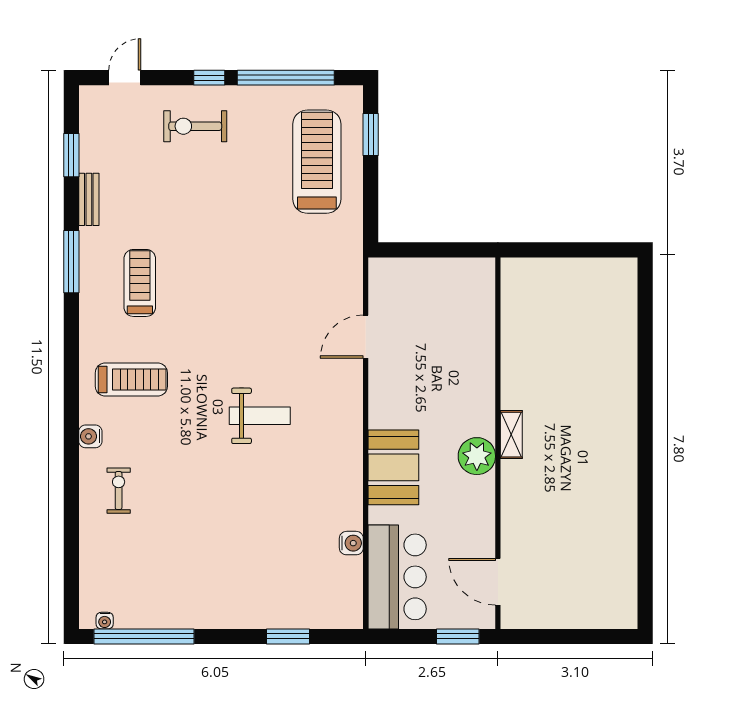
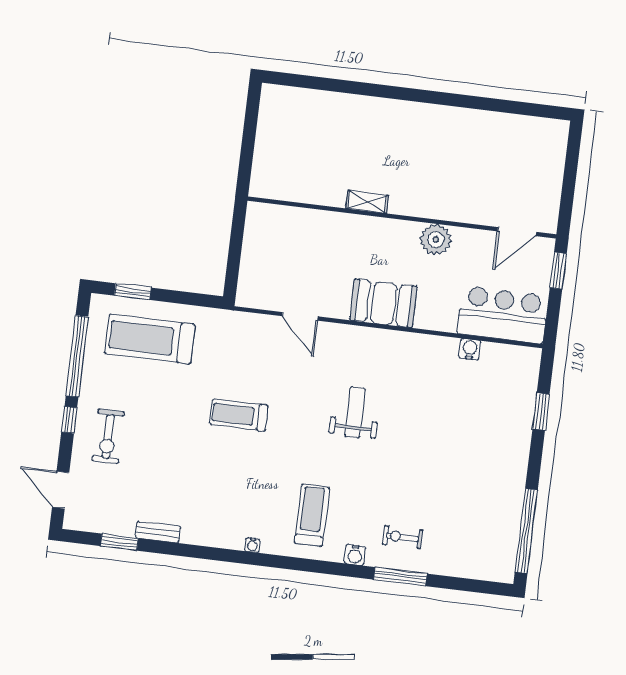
door: (125, 78) -> (61, 490), width x1.38
window: (71, 262) -> (400, 577), moved
treadmill: (140, 283) -> (239, 415), moved
shelving: (511, 435) -> (367, 202), moved
plant: (477, 456) -> (436, 239), moved
booth: (393, 467) -> (384, 303), moved
water cooler: (105, 621) -> (252, 545), moved, turned 90

